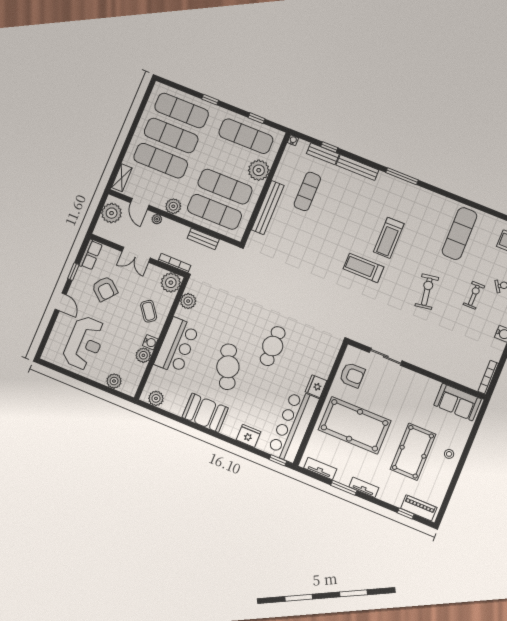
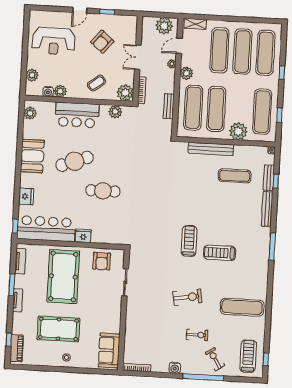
row of seats: (91, 255) -> (125, 21), removed
water cooler: (150, 342) -> (48, 92), moved

